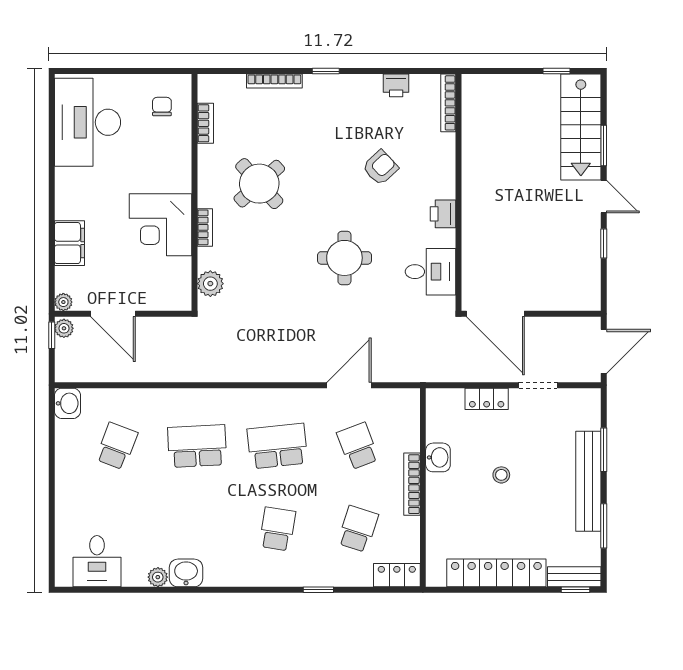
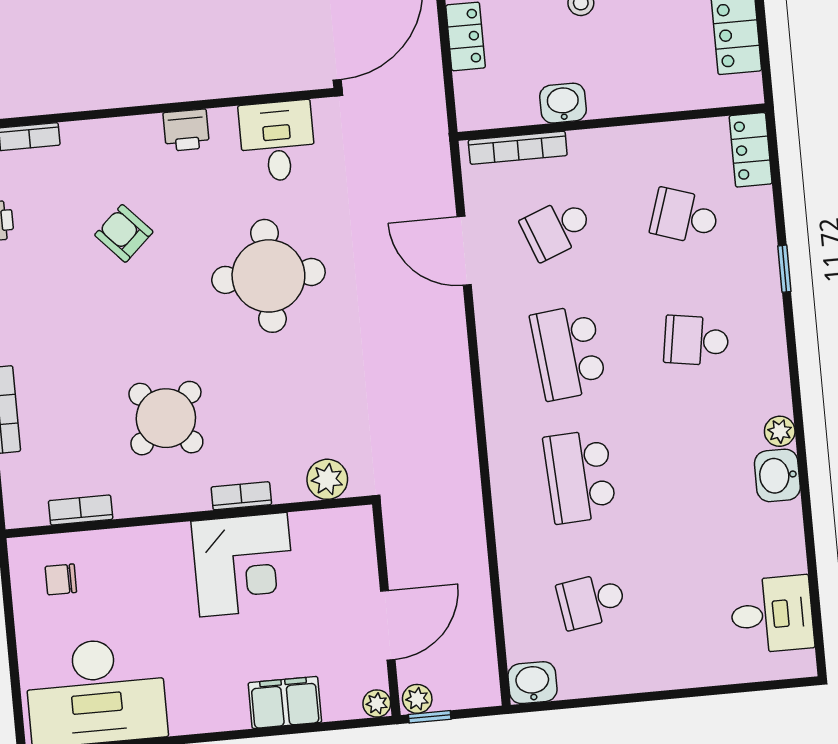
round table: (344, 258) -> (268, 276), width x1.36, depth x1.36
school desk: (117, 446) -> (591, 601), turned -30
bookcase: (412, 484) -> (518, 148), moved
plant: (158, 577) -> (780, 431), moved

